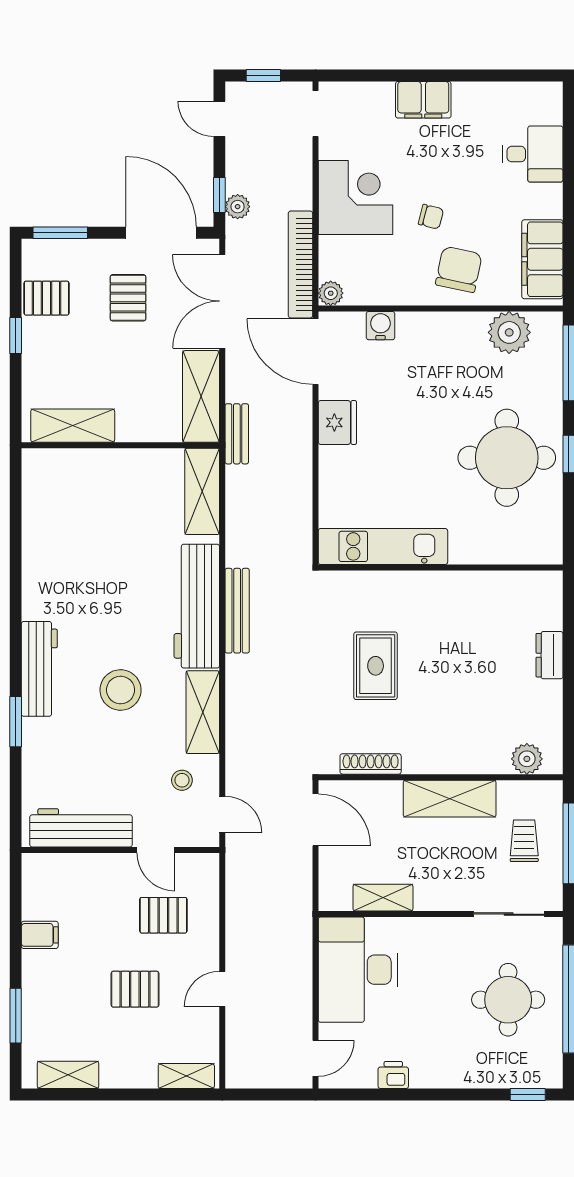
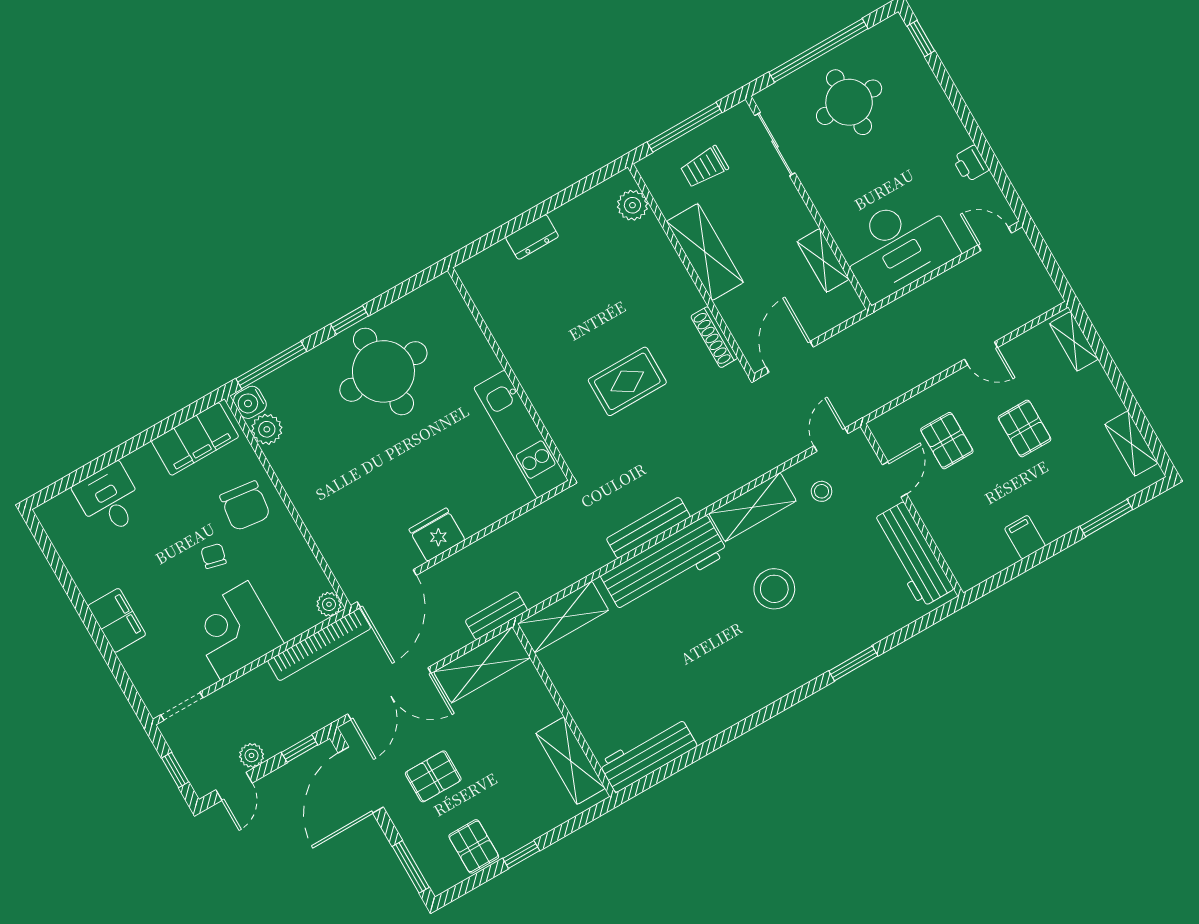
plant: (238, 207) -> (252, 755), moved
chair: (459, 269) -> (245, 506), turned -95
water cooler: (380, 326) -> (250, 402), moved
plant: (509, 332) -> (267, 429), width x0.73, depth x0.73
workbench: (39, 669) -> (648, 754), moved

